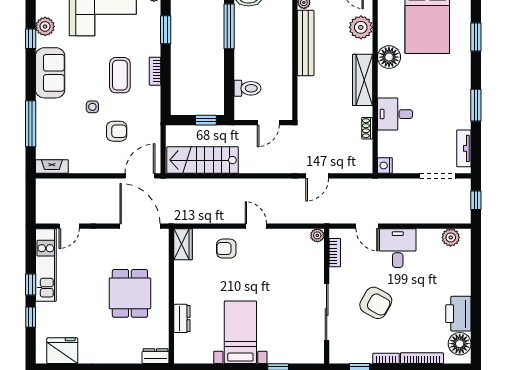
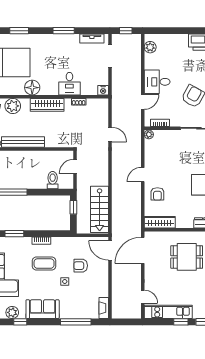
door: (268, 123) -> (75, 167), swing flipped
armchair: (117, 131) -> (81, 266), turned -90
wardrobe: (183, 244) -> (160, 222), width x1.50

